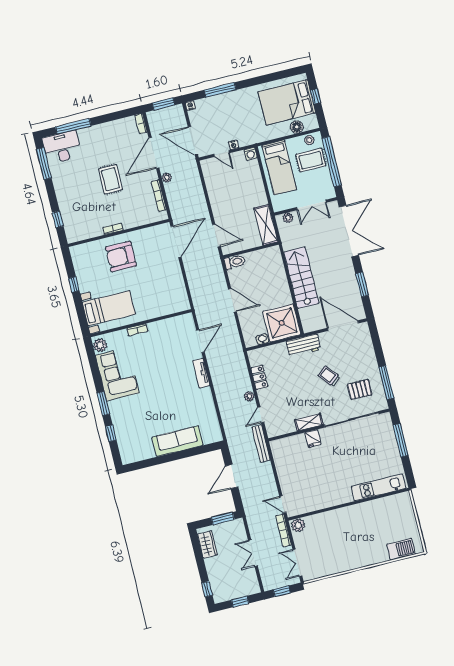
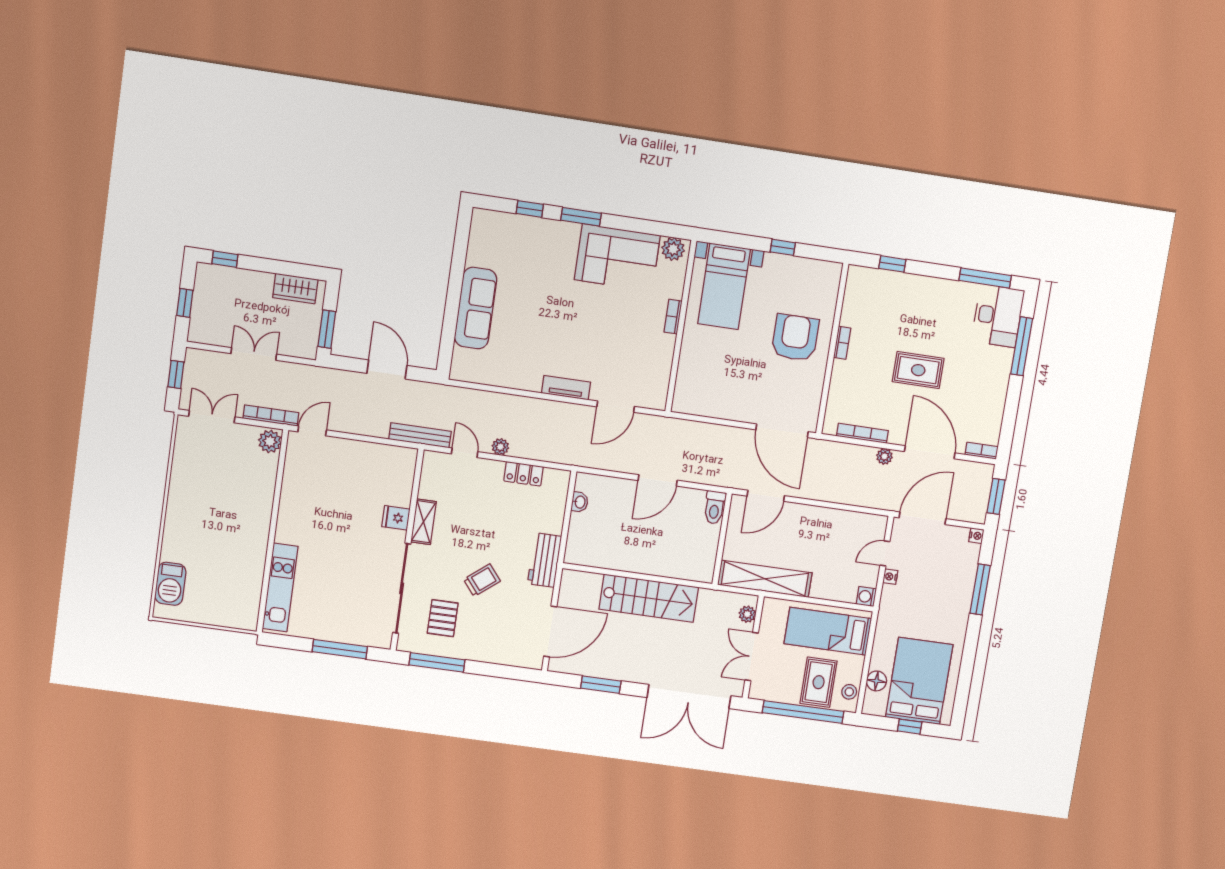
shelving: (266, 225) -> (765, 579), width x1.47
shower: (282, 323) -> (592, 541), removed
door: (200, 341) -> (616, 407), hinge flipped

